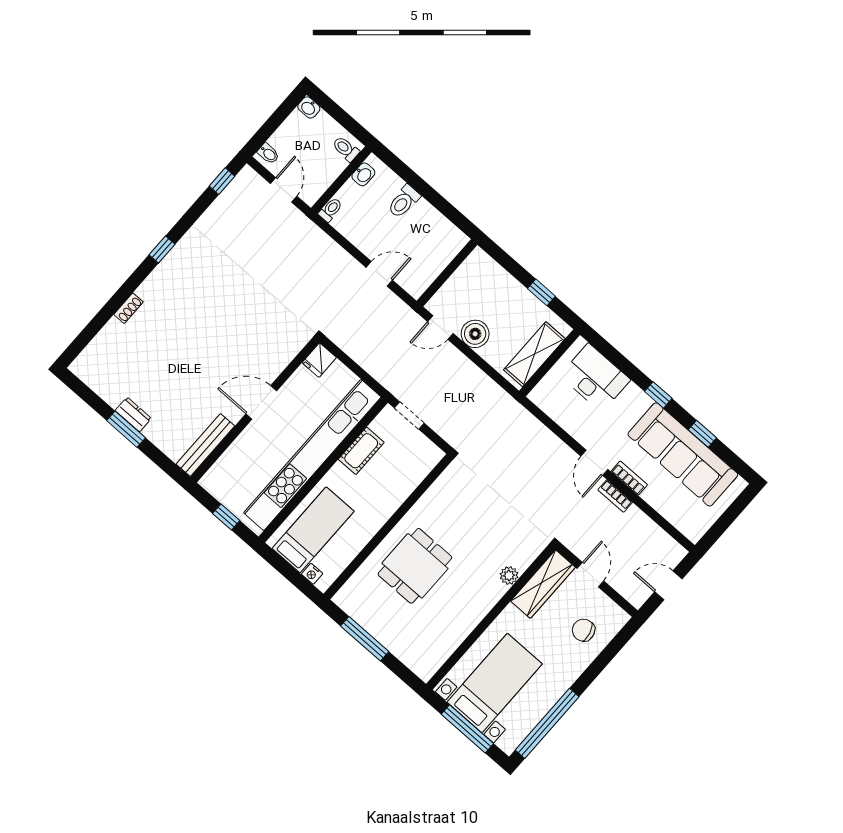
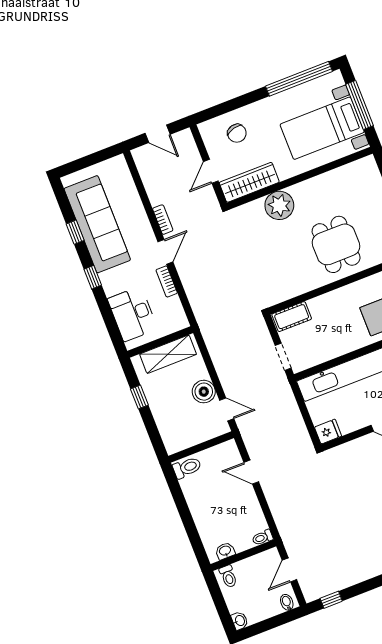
toilet: (404, 201) -> (187, 468), moved
cot: (361, 451) -> (292, 317), moved
bookcase: (629, 478) -> (167, 281), moved
dining table: (415, 566) -> (336, 244), turned 90
plant: (509, 575) -> (279, 205), width x1.87, depth x1.87

